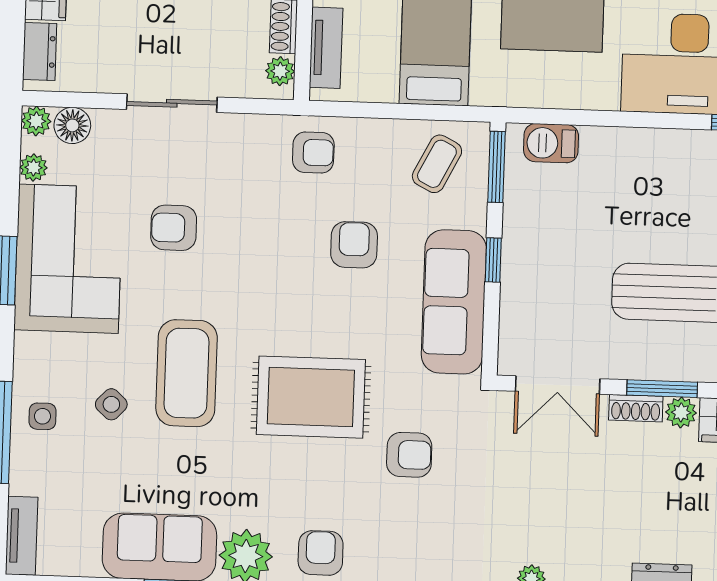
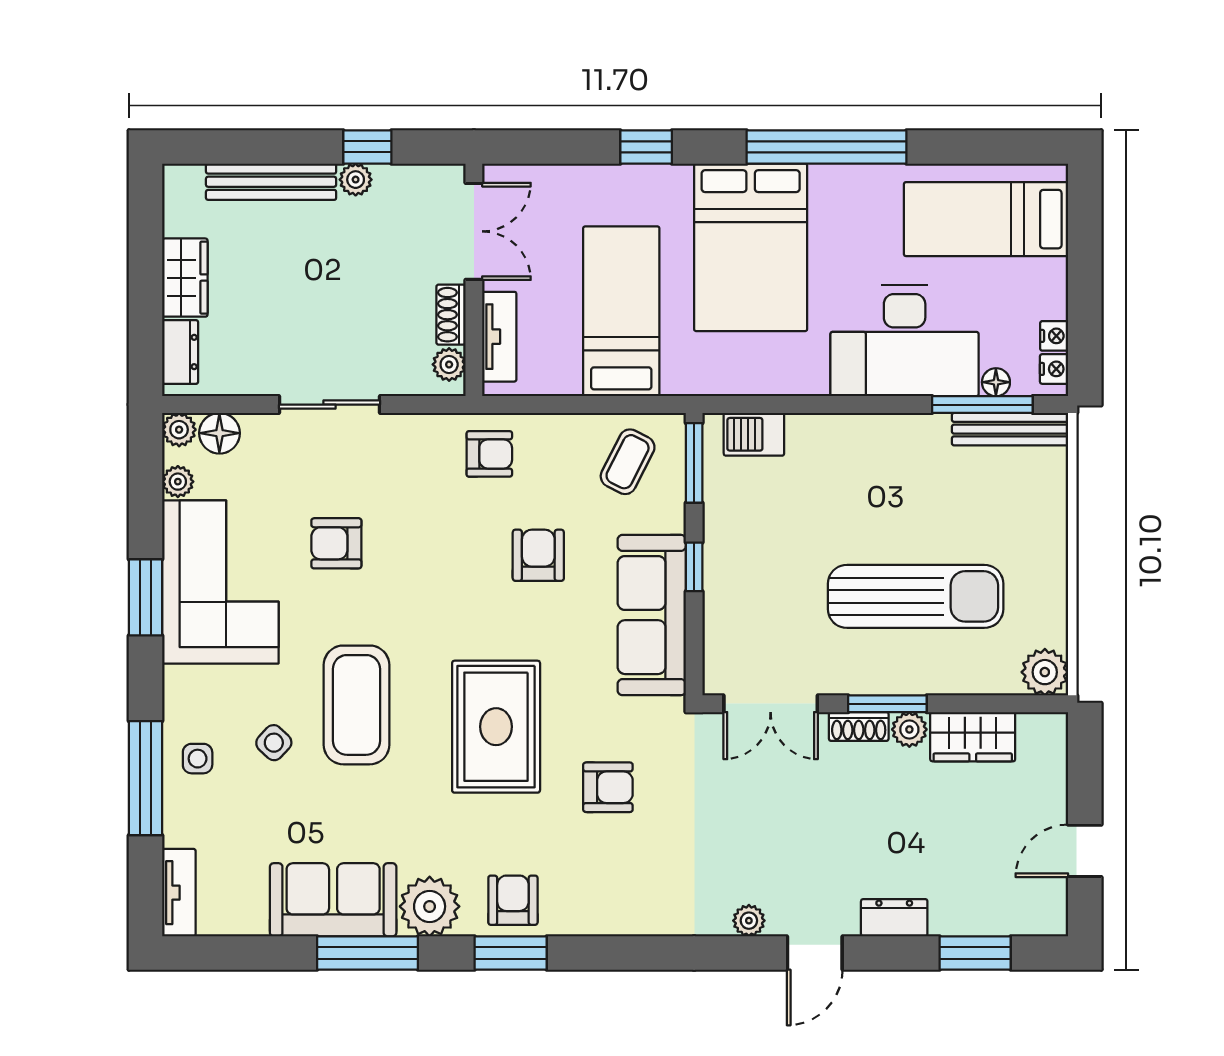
rug: (311, 397) -> (496, 727), turned 90

